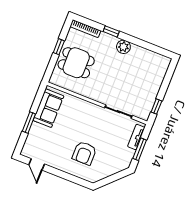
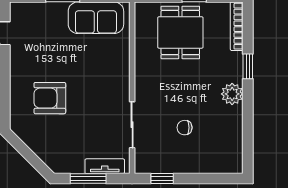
chair: (132, 82) -> (185, 128), added

